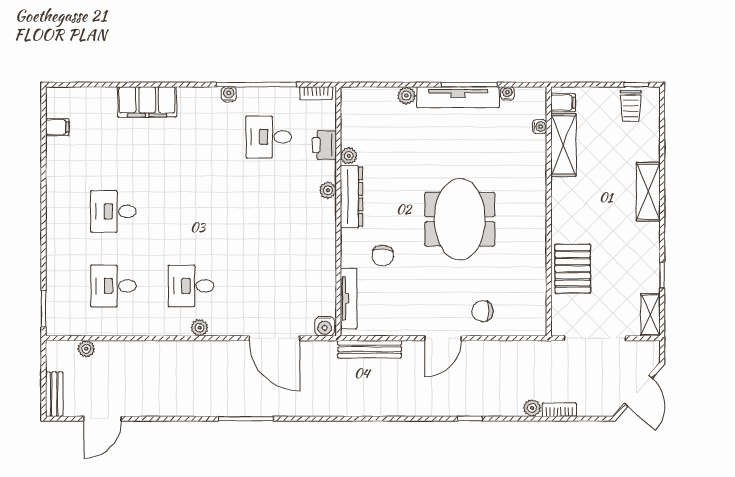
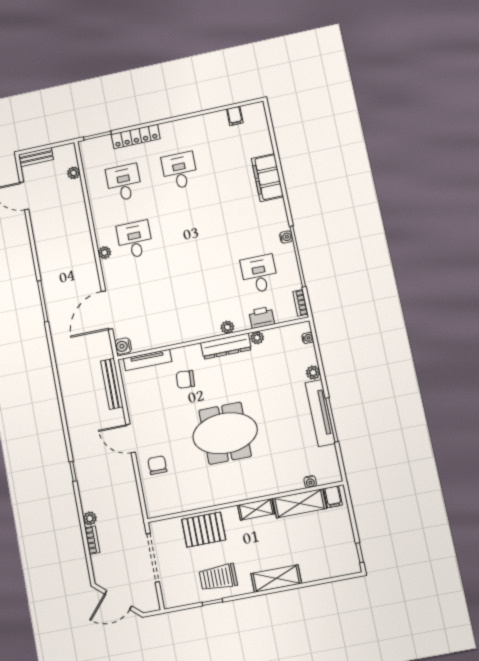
water cooler: (507, 93) -> (308, 338), moved
trolley: (631, 106) -> (218, 577), moved, width x1.36, depth x1.39
locker: (56, 259) -> (136, 137), added
shelving: (650, 315) -> (256, 509), moved

